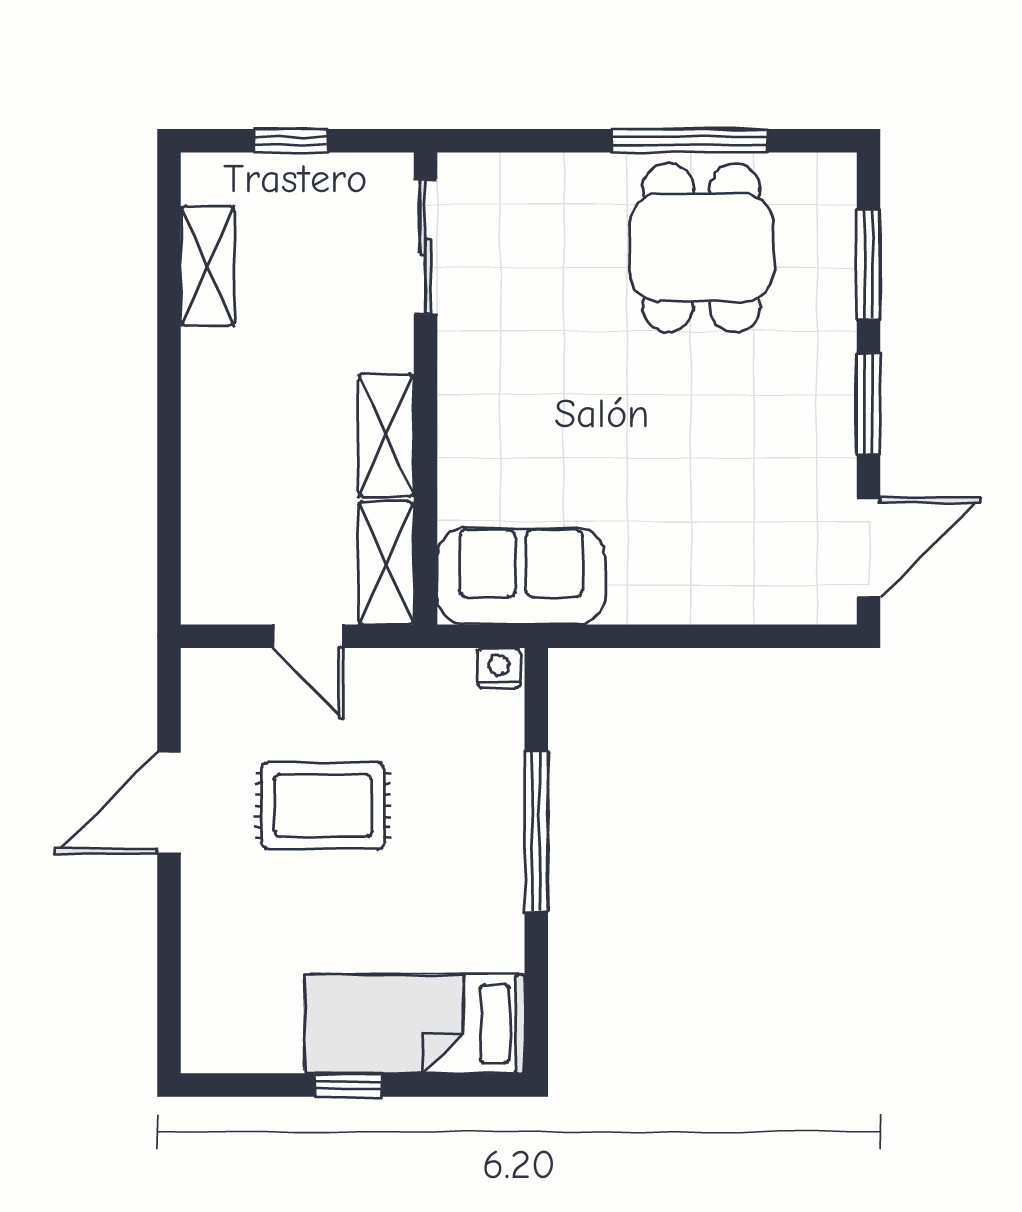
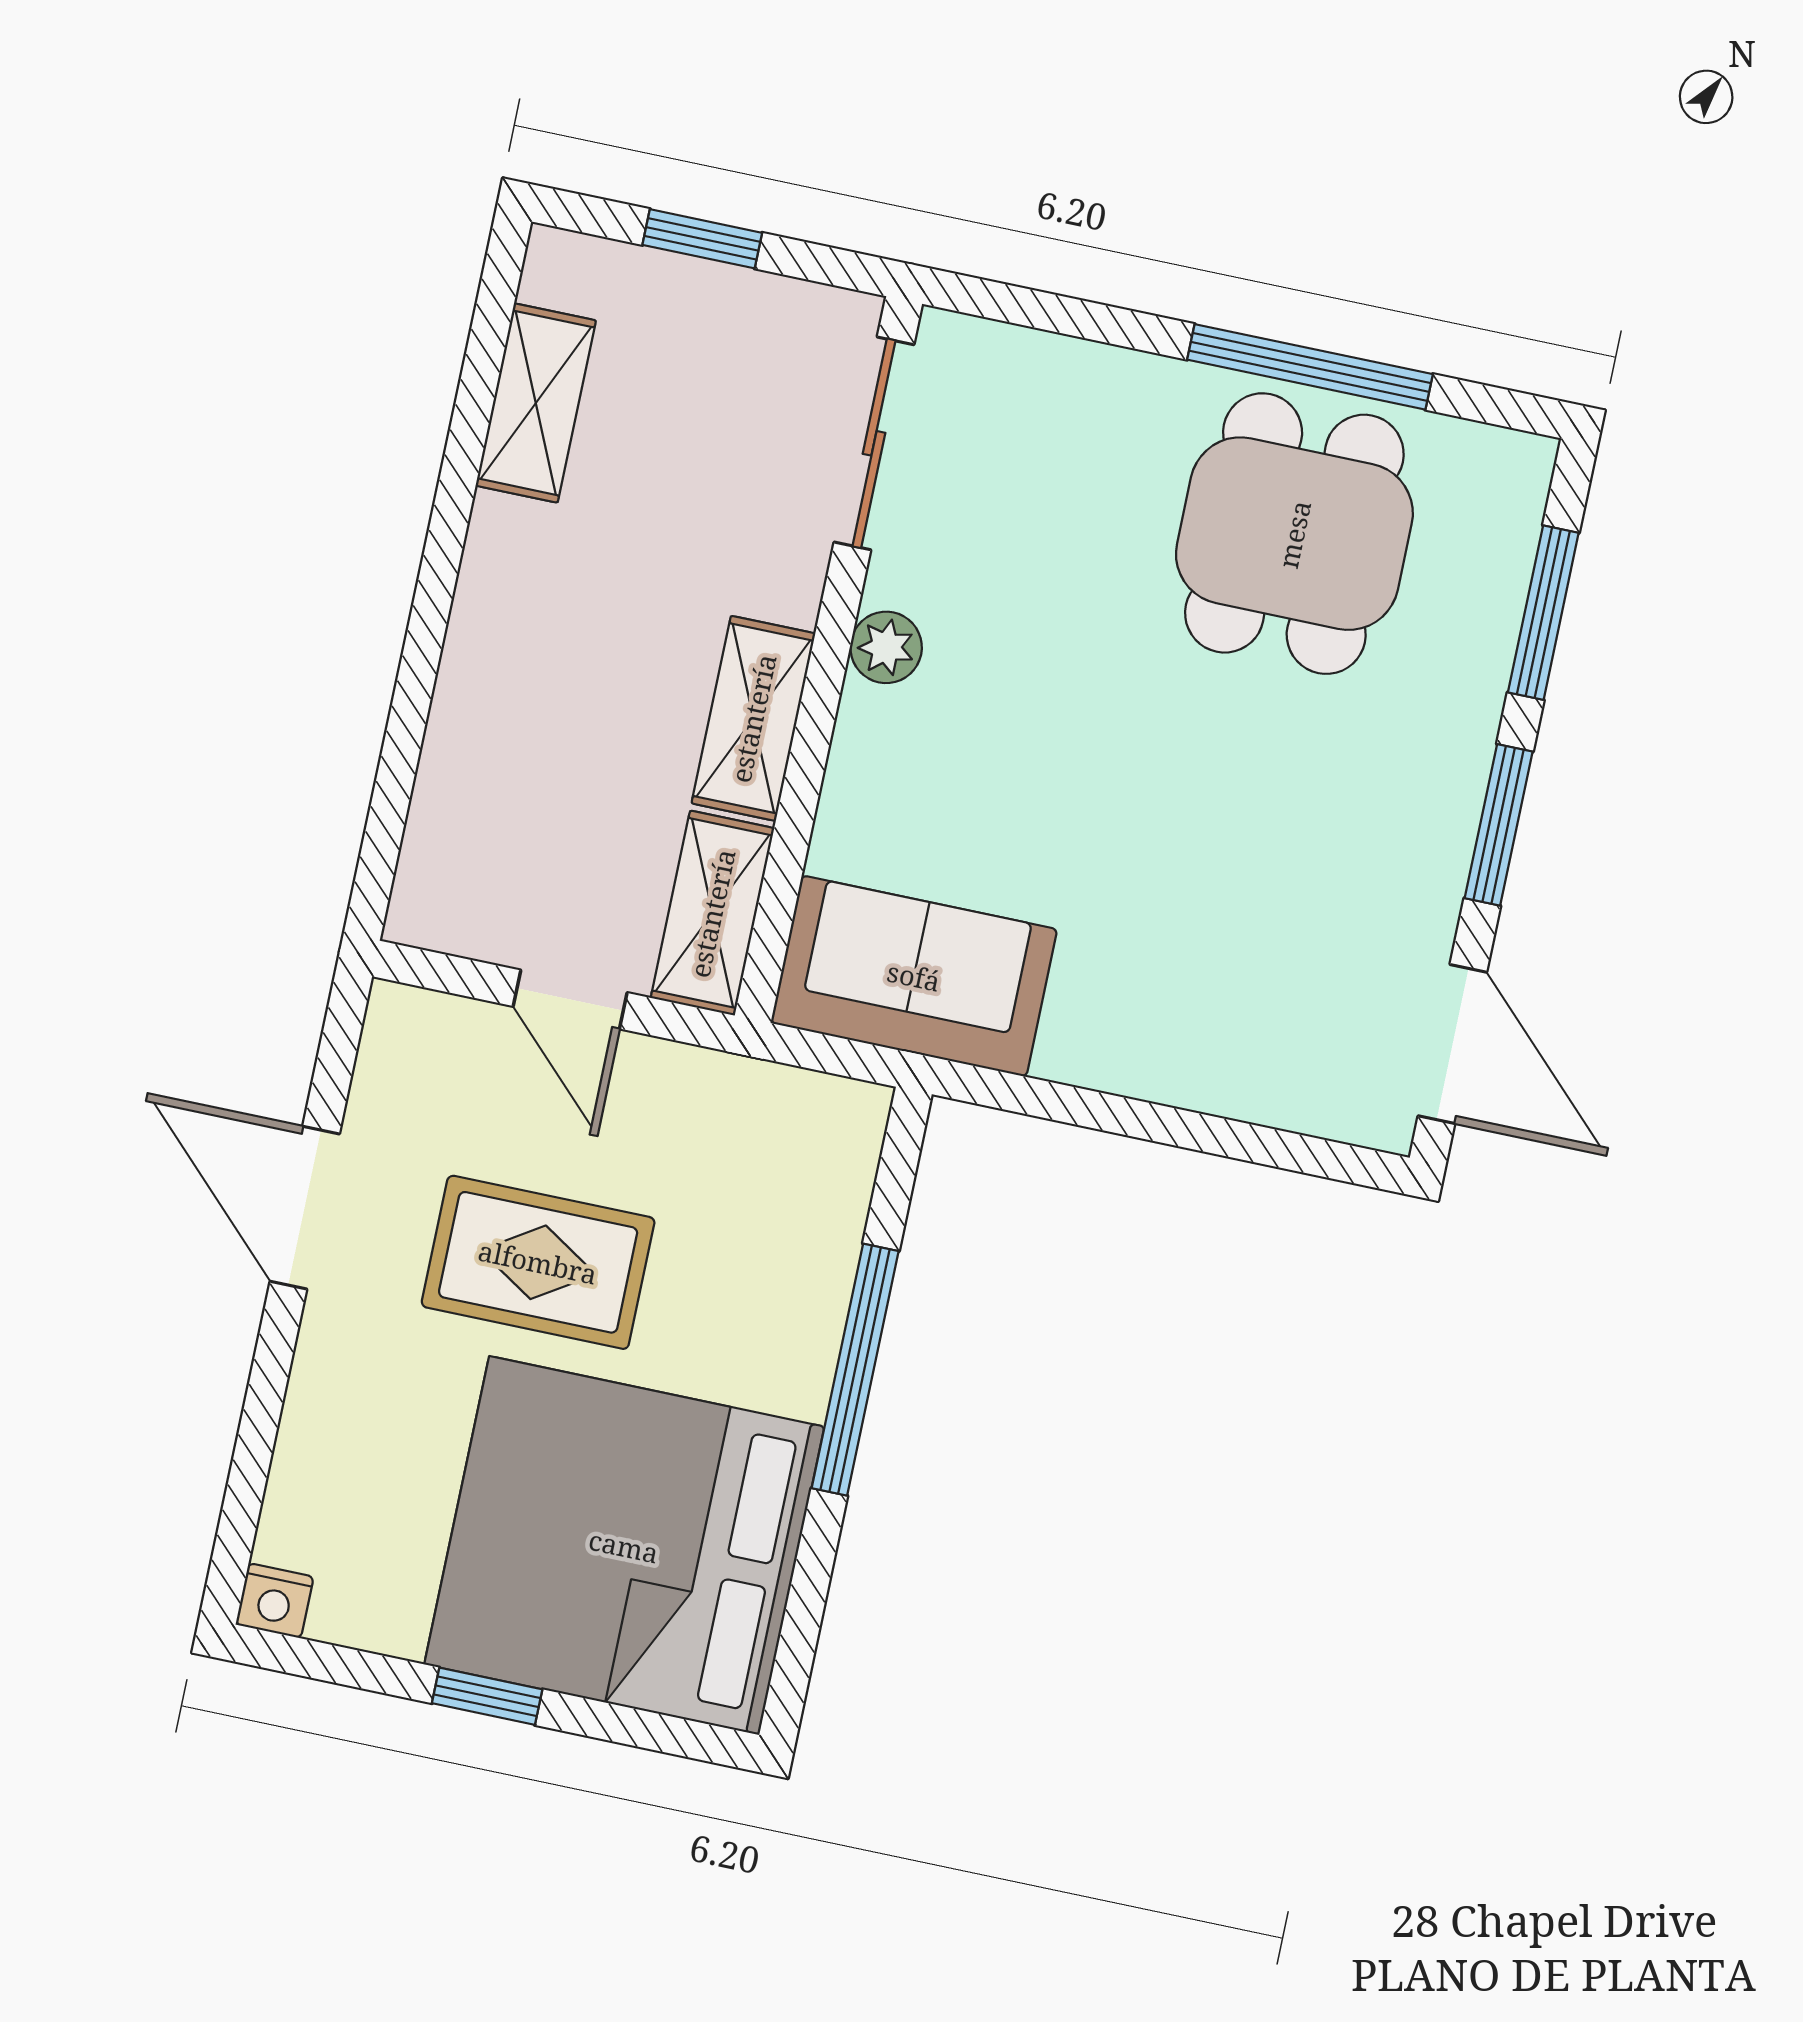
plant: (460, 373) -> (886, 647), added
door: (868, 547) -> (1452, 1044), hinge flipped
nightstand: (499, 668) -> (275, 1601), moved, turned 180
door: (169, 802) -> (305, 1208), hinge flipped
bed: (415, 1024) -> (624, 1546), width x2.04

